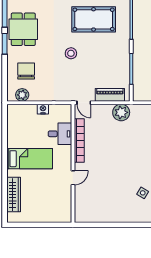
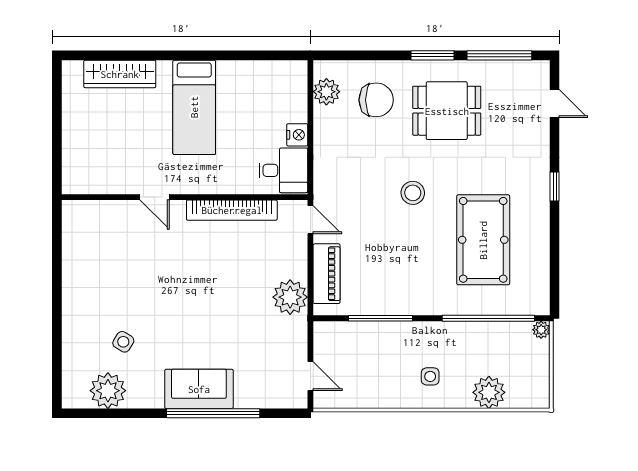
dining table: (23, 29) -> (447, 111), moved
door: (84, 103) -> (310, 220), swing flipped
desk: (60, 134) -> (283, 170), moved, turned -90

